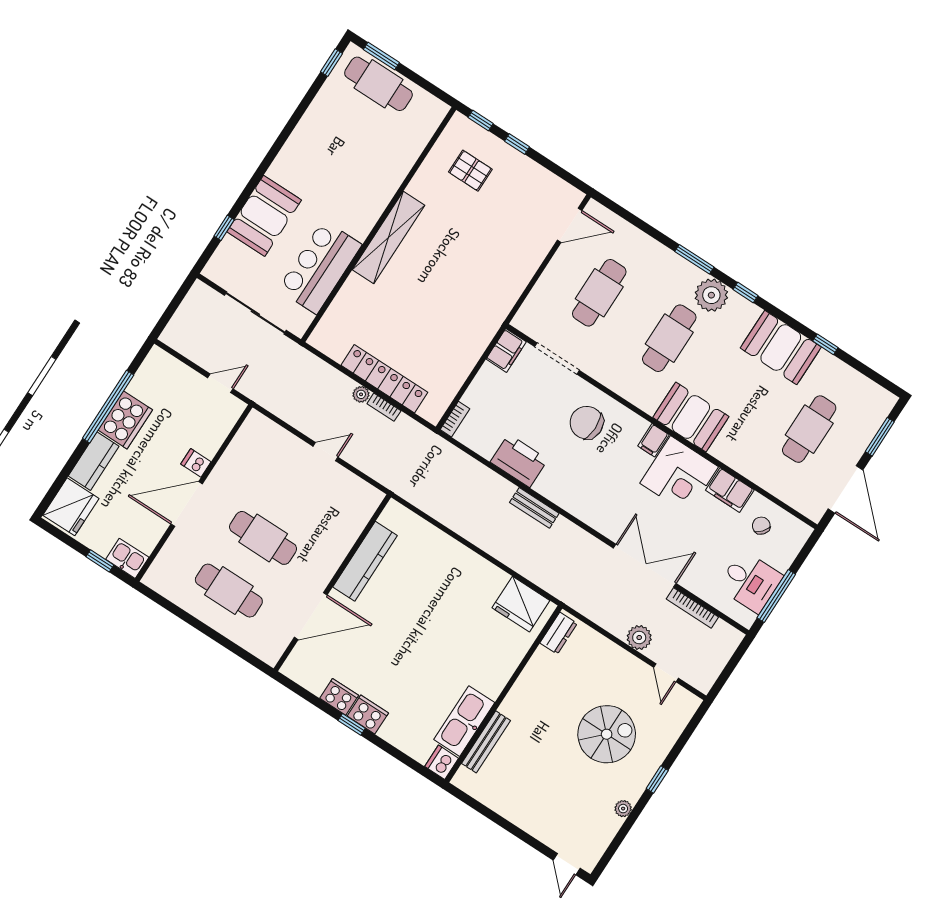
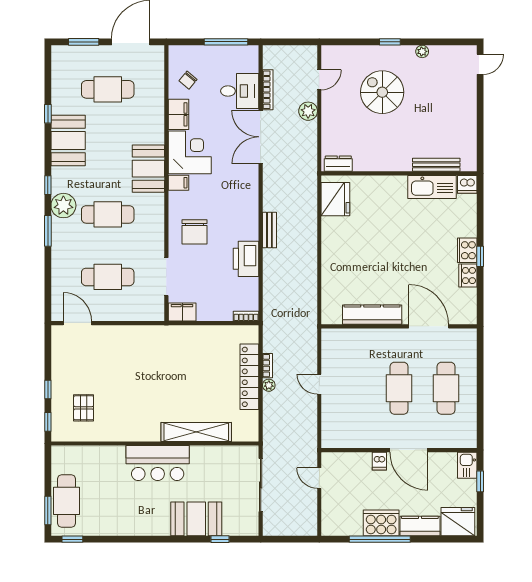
shelving: (388, 237) -> (196, 432), moved
bar counter: (320, 267) -> (158, 463), moved
desk: (750, 582) -> (240, 91), moved, turned 90

